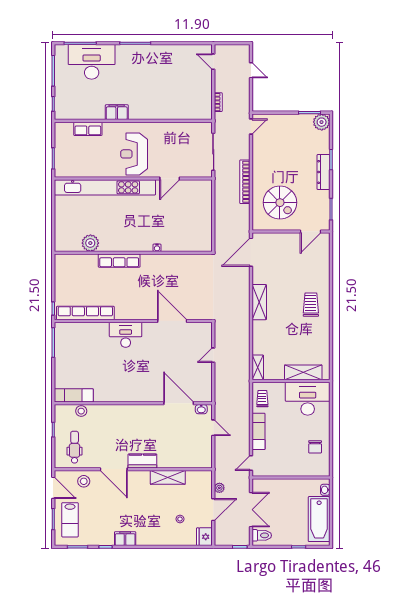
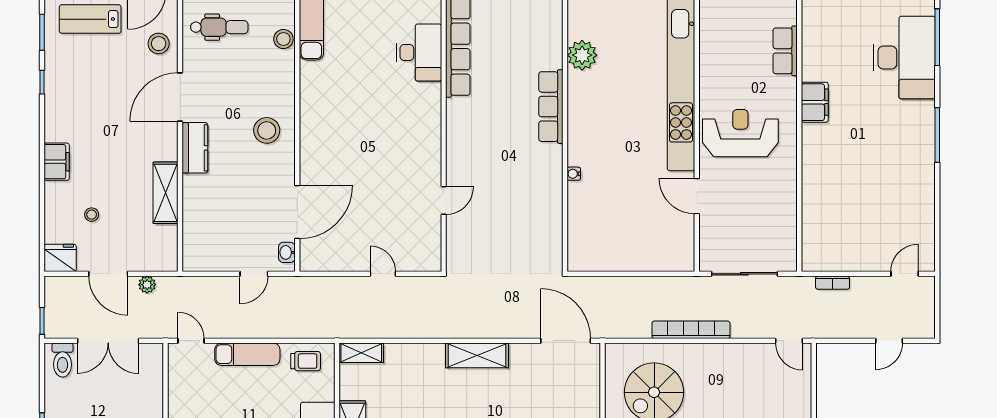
door: (172, 321) -> (444, 201), width x0.53
desk: (126, 335) -> (419, 52), moved
stool: (133, 420) -> (267, 130), added
filing cabinet: (125, 539) -> (57, 162), moved

